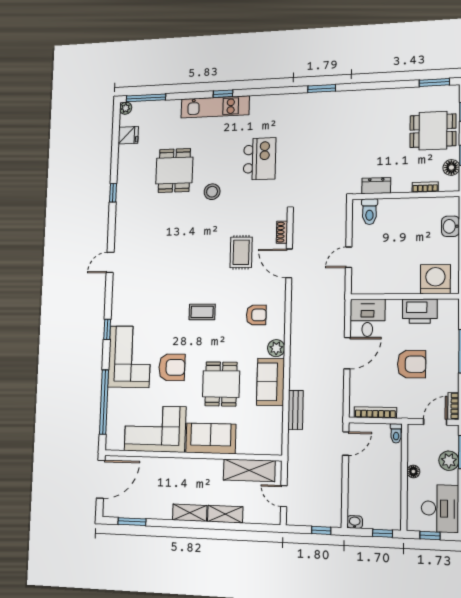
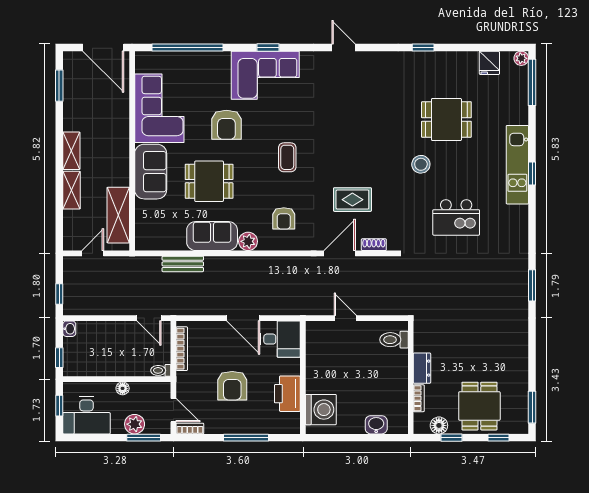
dresser: (376, 186) -> (422, 368), moved
corner sofa: (129, 357) -> (265, 75), moved

